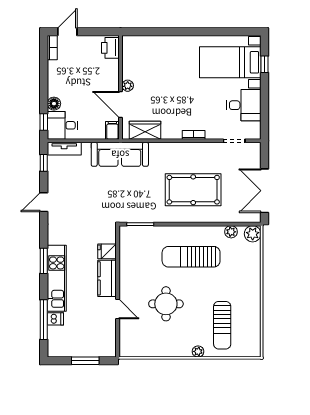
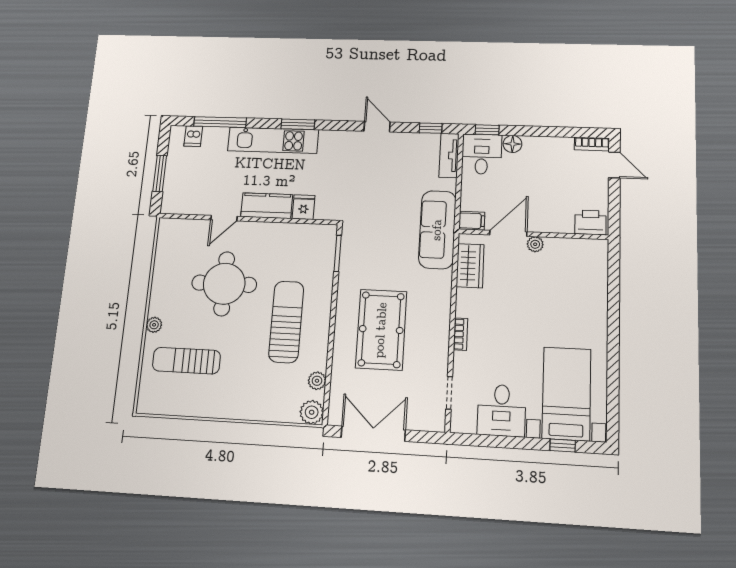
round table: (166, 304) -> (224, 284), width x1.36, depth x1.36
dishwasher: (55, 319) -> (193, 136), moved

